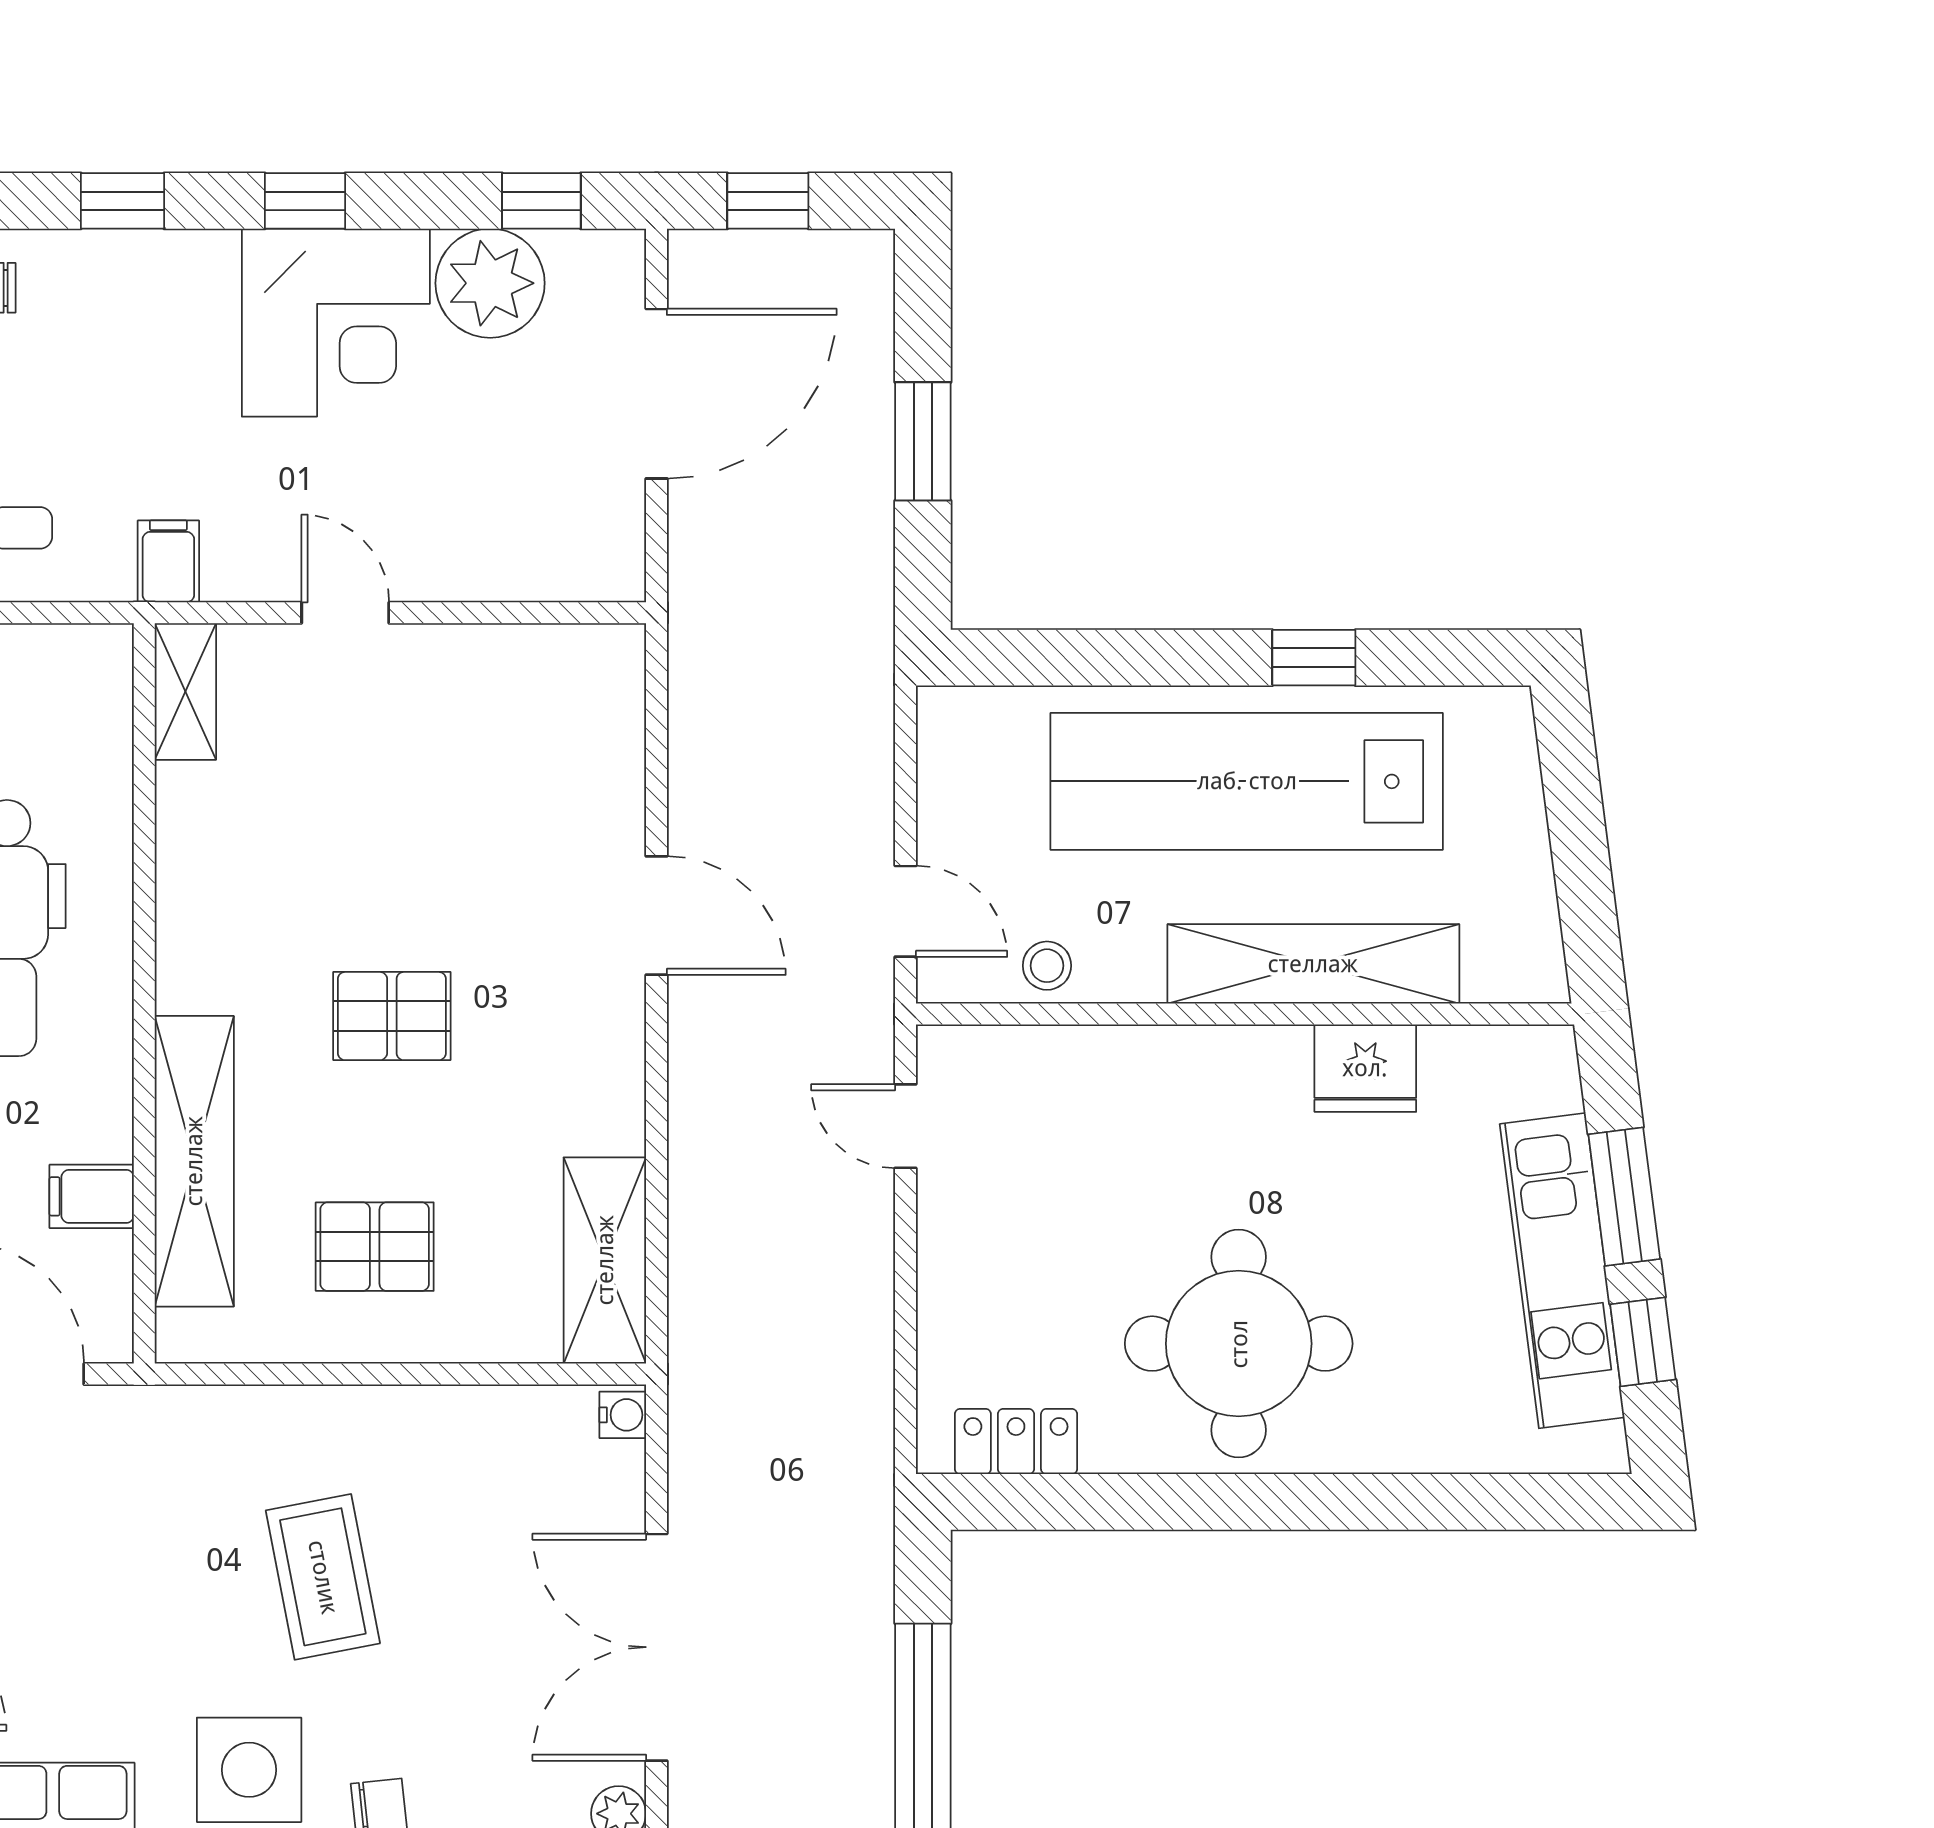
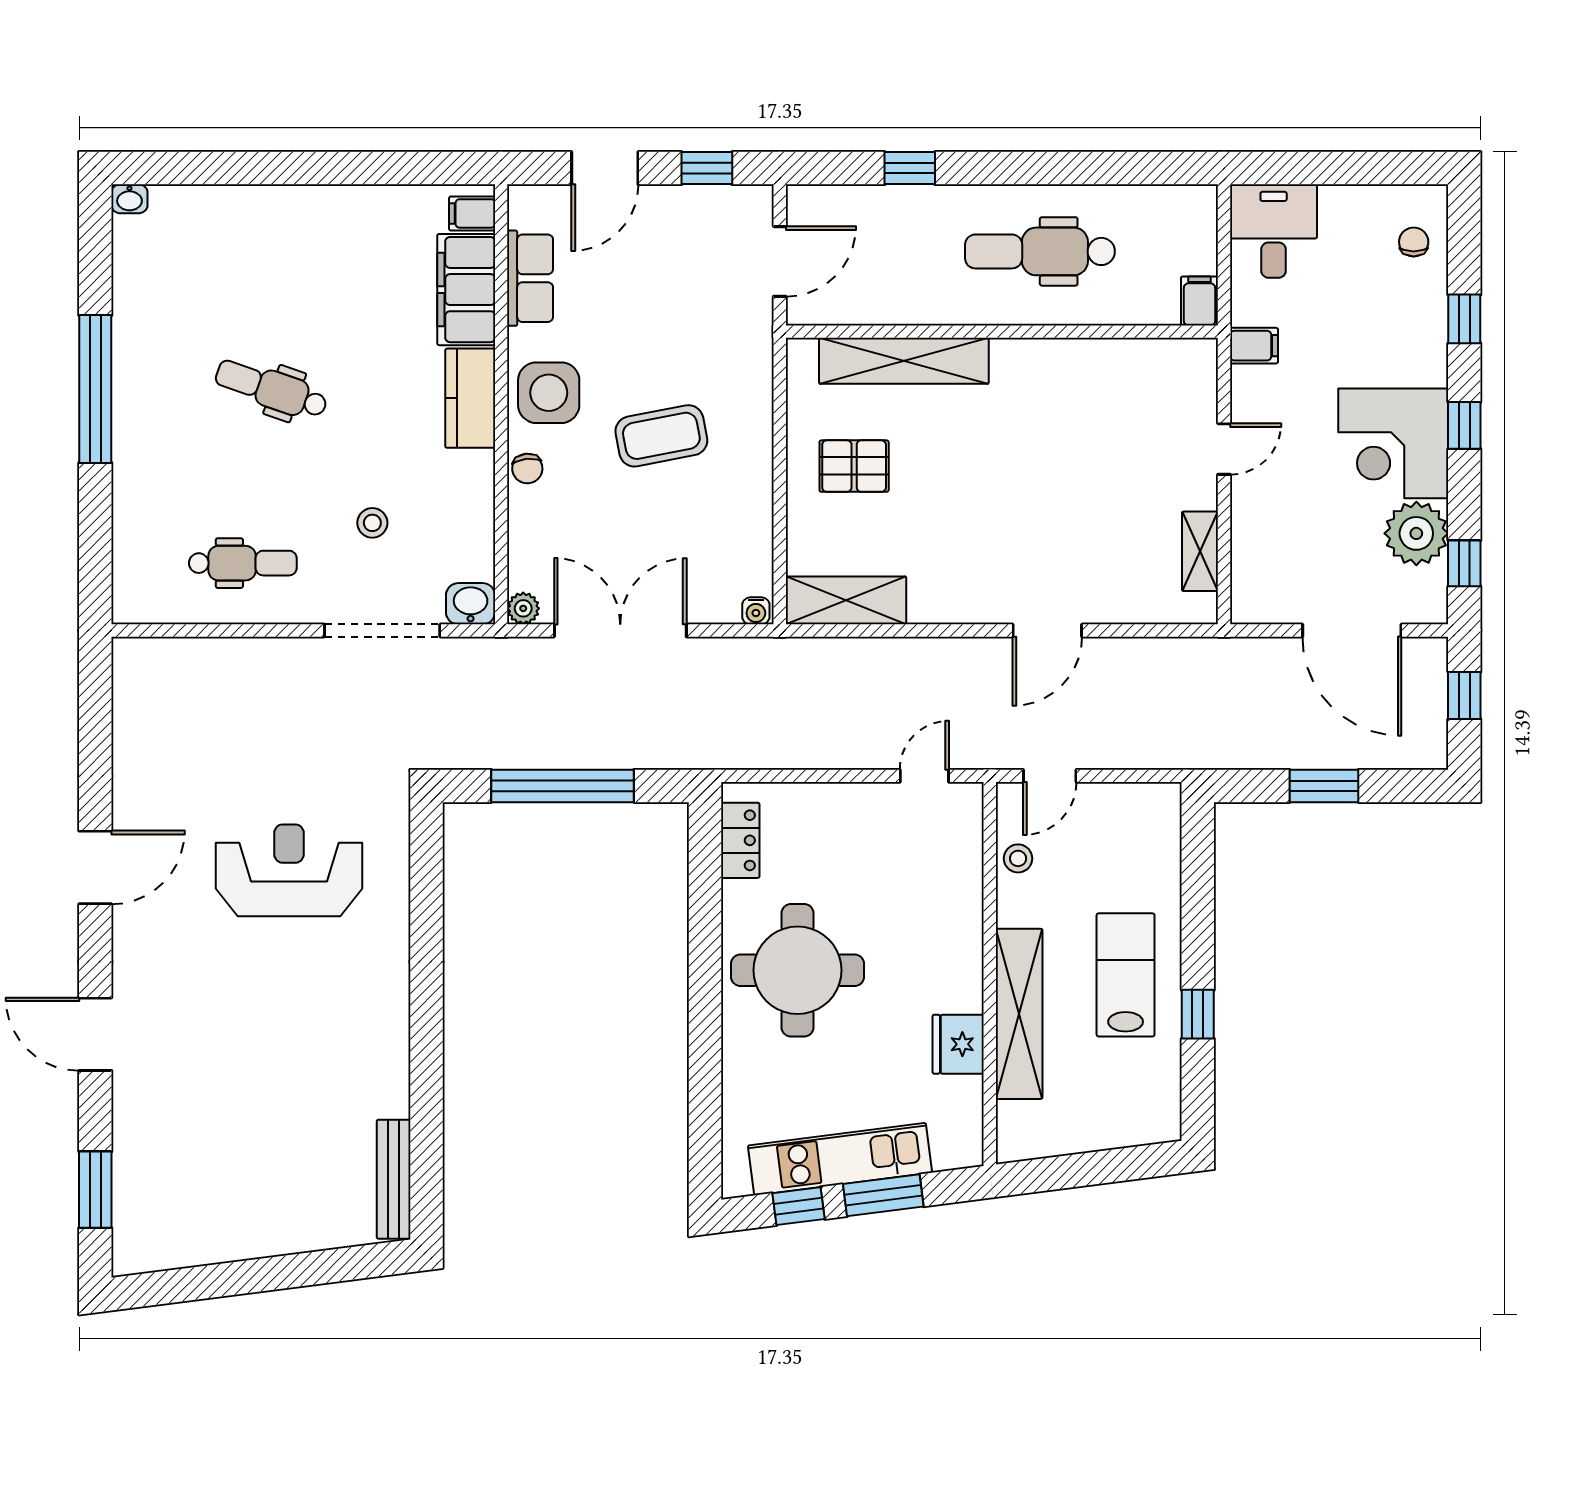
shelving: (185, 691) -> (1200, 551), moved, turned 90
lab bench: (1247, 781) -> (1126, 975), width x0.54, depth x0.72
pallet: (392, 1016) -> (989, 476), removed
filing cabinet: (92, 1196) -> (1200, 301), moved
pallet: (375, 1247) -> (854, 466), turned 90

